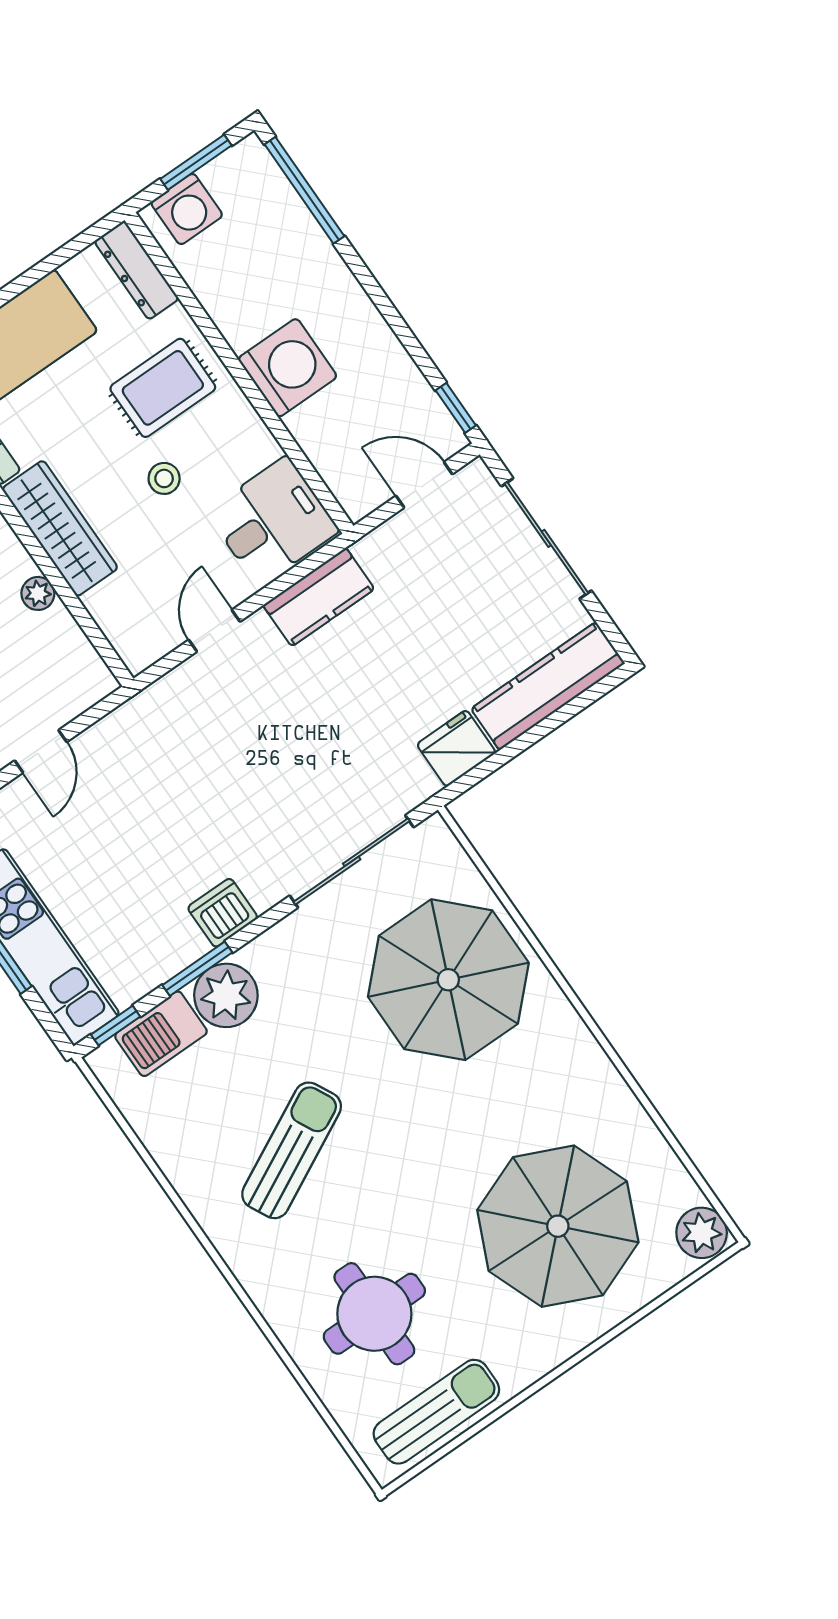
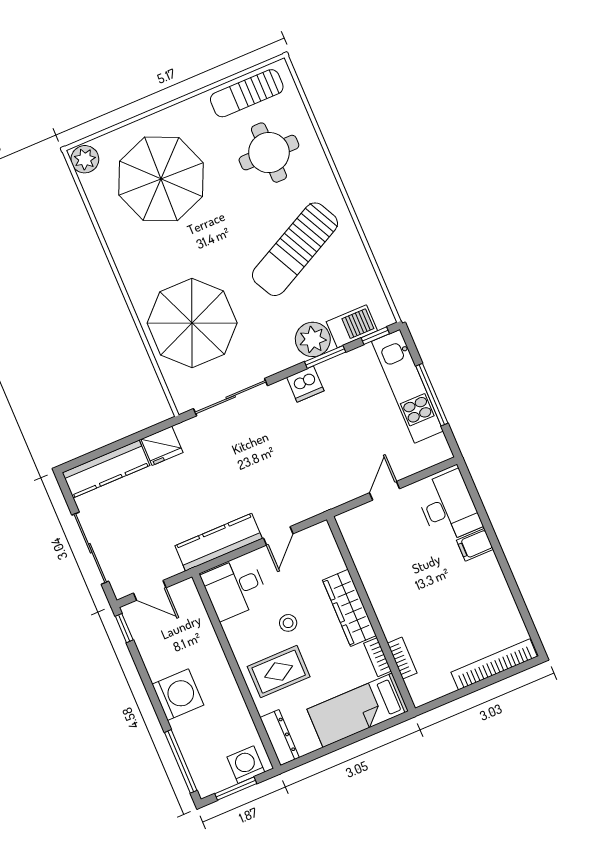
washing machine: (287, 368) -> (178, 695), moved, turned 180
plant: (38, 593) -> (368, 576), removed
kitchen counter: (319, 597) -> (219, 542), width x1.50
sun lounger: (292, 1150) -> (295, 249), width x1.36, depth x1.34

